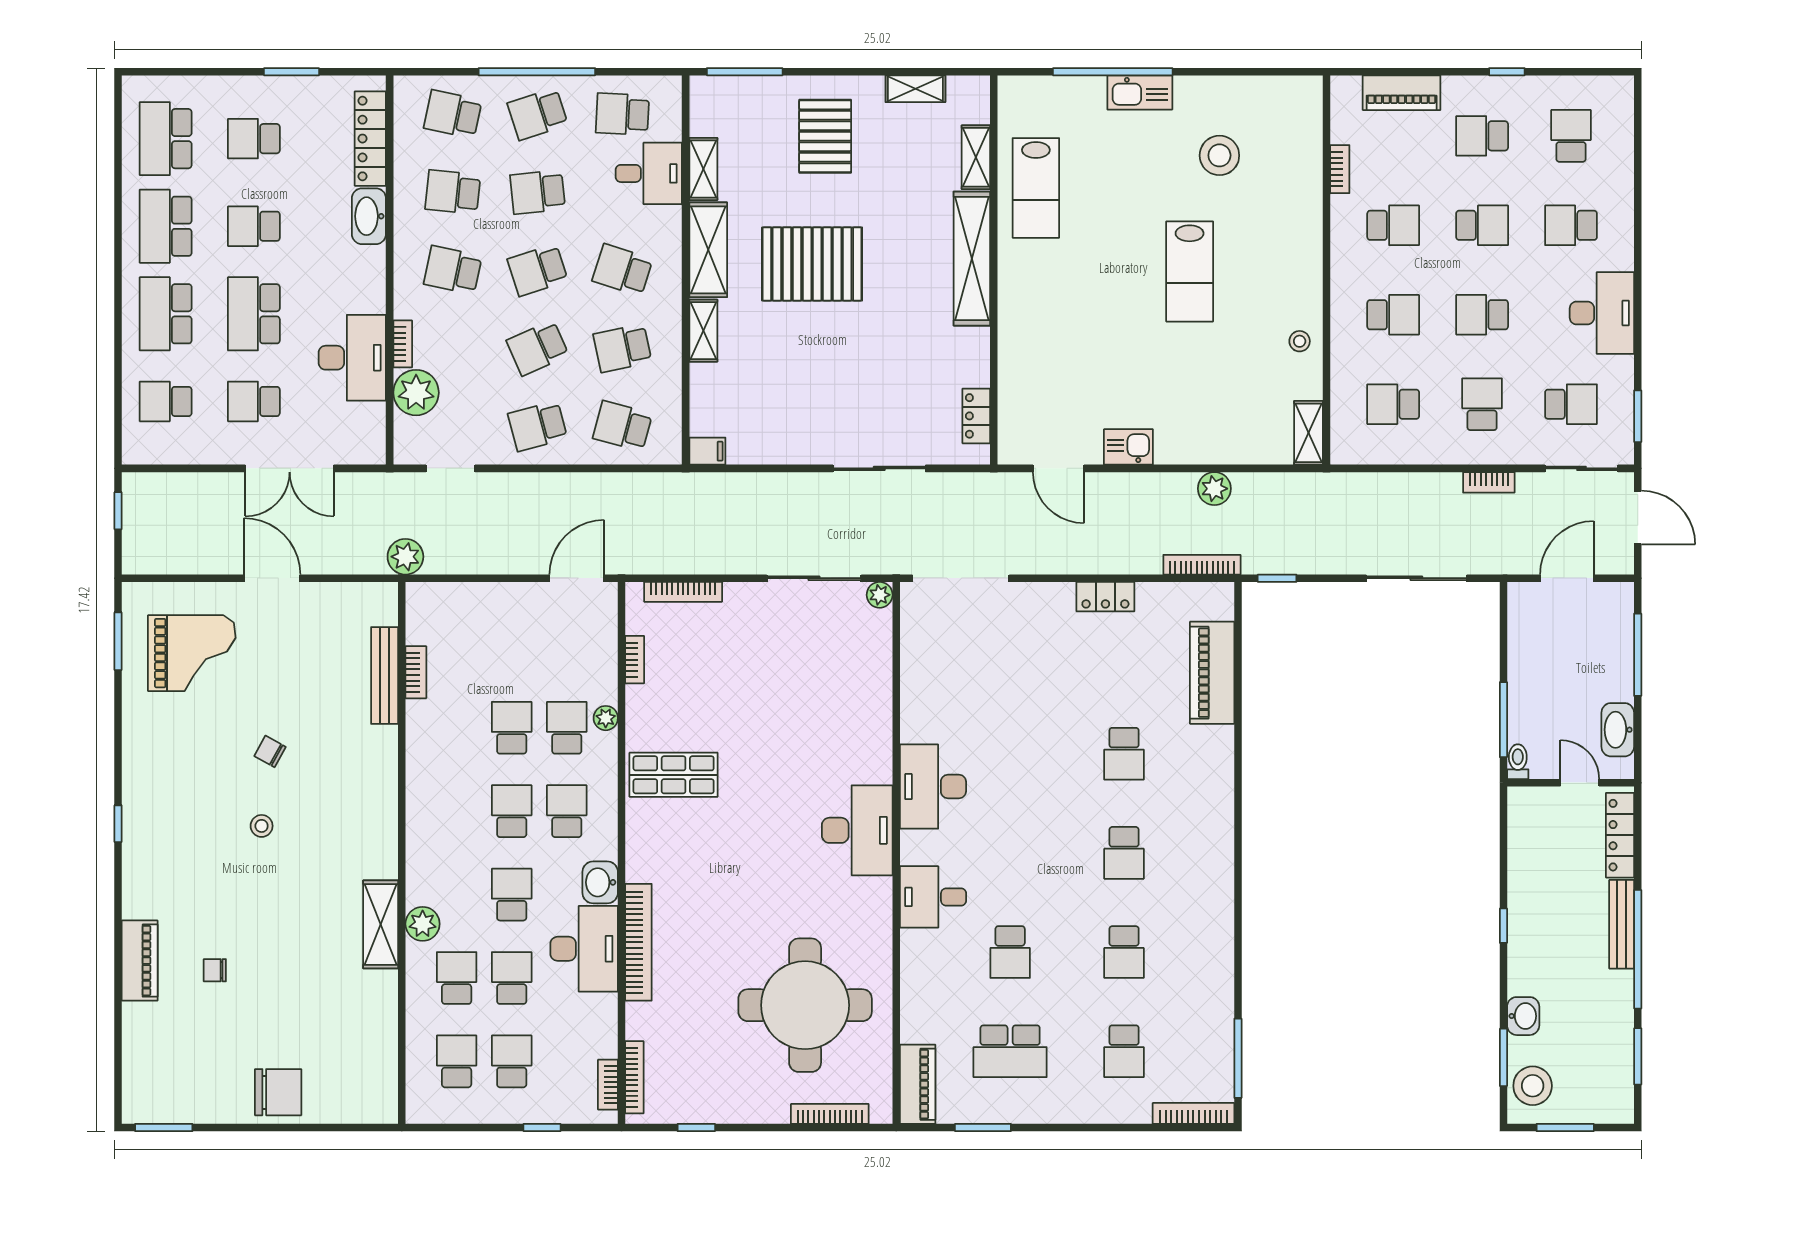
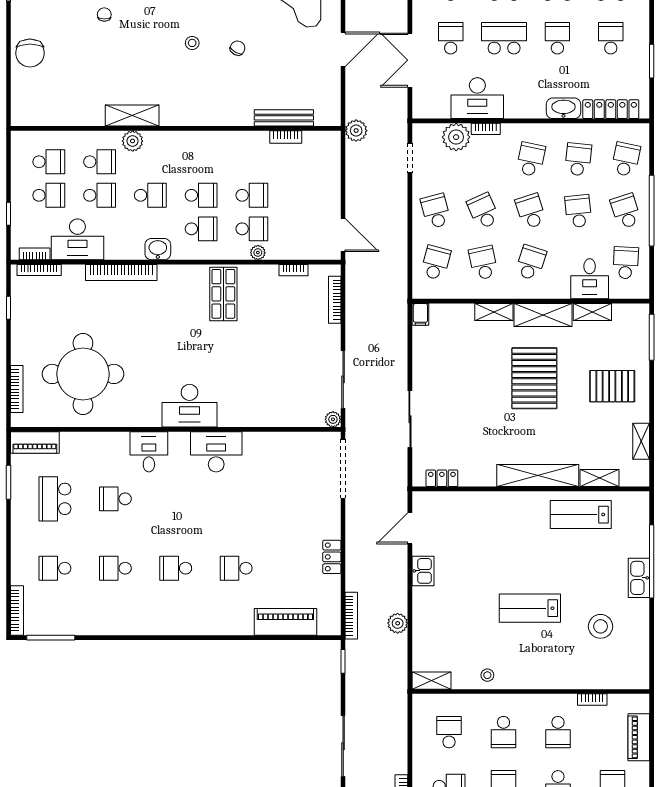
desk: (584, 949) -> (77, 239), moved

